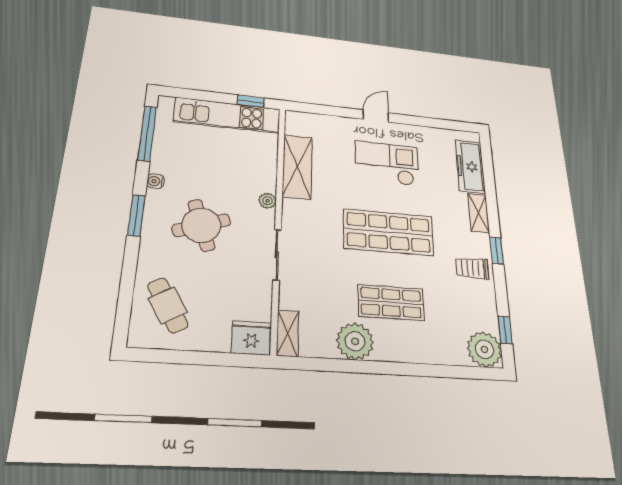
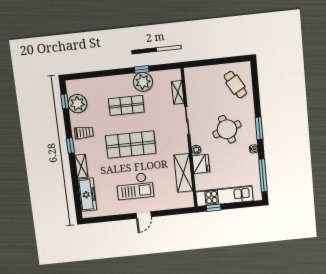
shelving: (288, 333) -> (178, 92), moved
fridge: (251, 338) -> (201, 164), moved, turned -90
plant: (485, 349) -> (78, 104), moved
window: (355, 366) -> (142, 69), added

